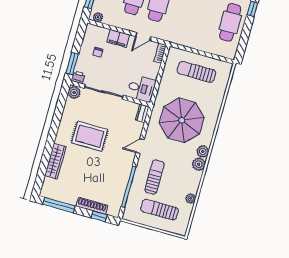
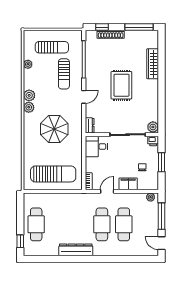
window: (72, 64) -> (162, 162), moved
sun lounger: (196, 72) -> (53, 174), width x1.36, depth x1.34
parasol: (182, 120) -> (54, 129), width x0.73, depth x0.73
rug: (90, 136) -> (121, 85), moved, turned 90

